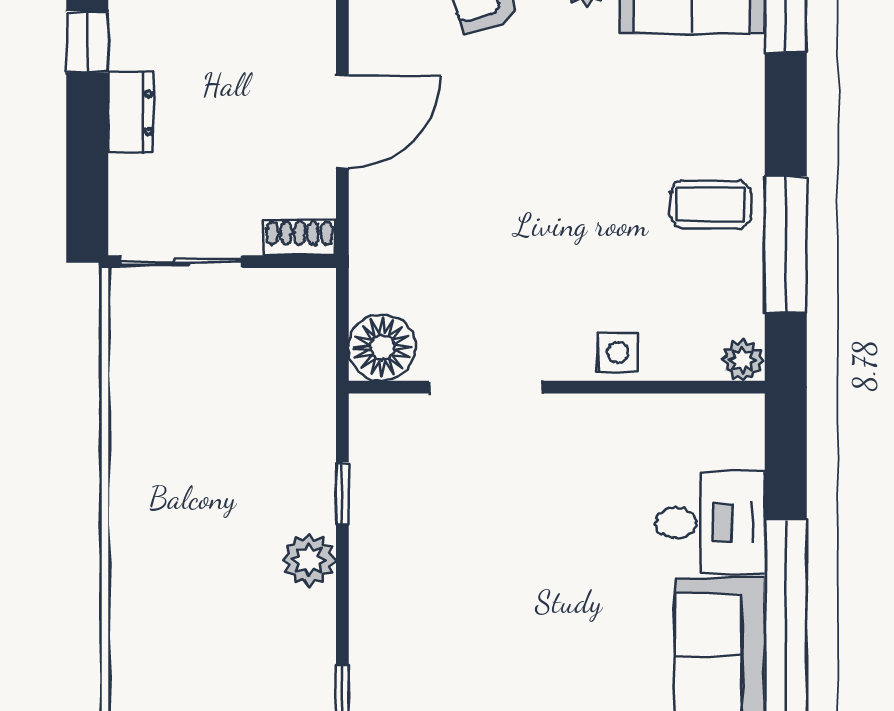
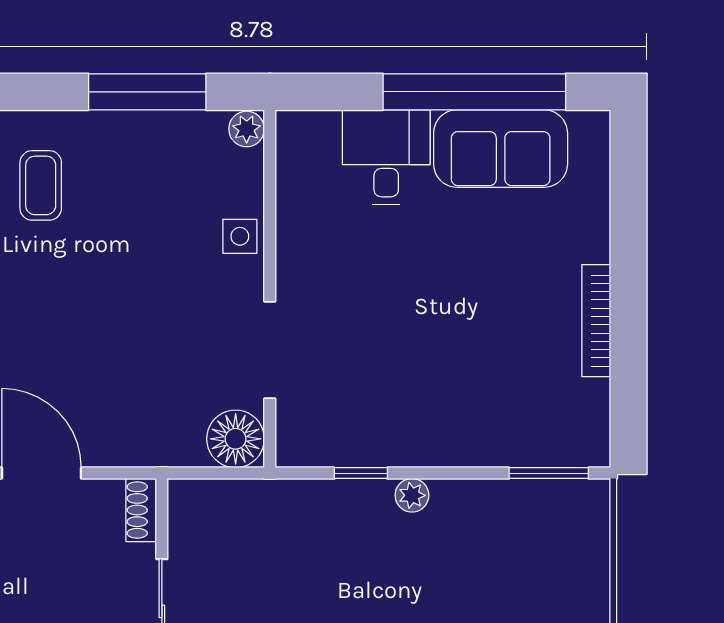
coffee table: (710, 205) -> (41, 185), moved
plant: (309, 560) -> (412, 495), width x0.73, depth x0.73

